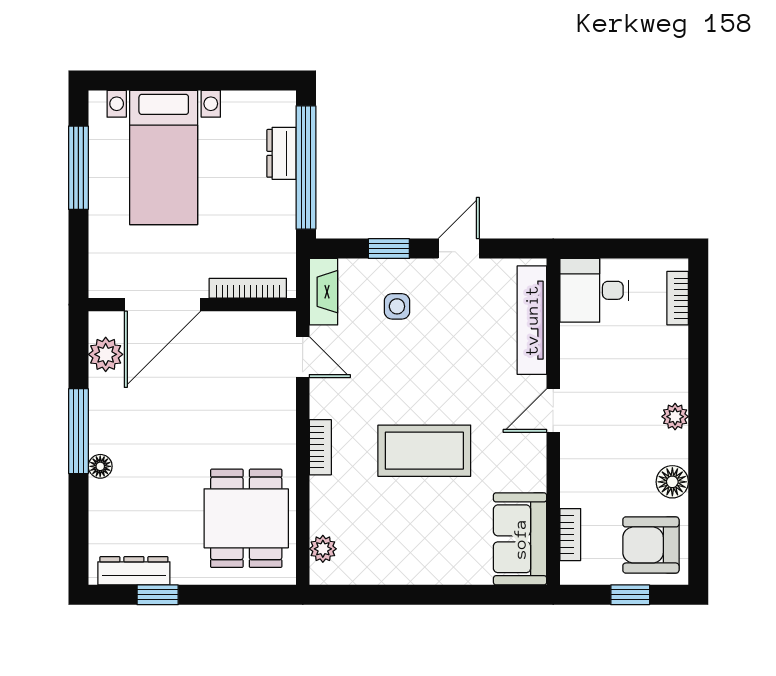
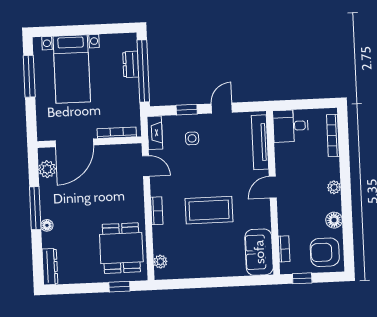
bookcase: (678, 298) -> (333, 135), width x1.56
dresser: (134, 571) -> (50, 267), moved, turned 90
window: (158, 595) -> (119, 287), moved
window: (630, 595) -> (302, 278), moved

